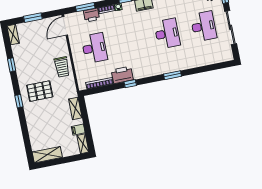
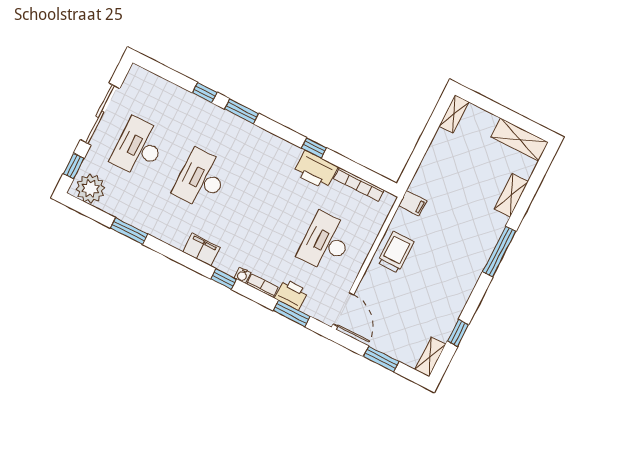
door: (65, 26) -> (343, 309), hinge flipped
window: (12, 65) -> (458, 333), moved
window: (194, 71) -> (205, 93), added
pallet: (40, 91) -> (457, 242), removed
window: (19, 101) -> (499, 252), width x2.17
shelving: (75, 108) -> (511, 195), moved
filing cabinet: (78, 130) -> (413, 203), moved

